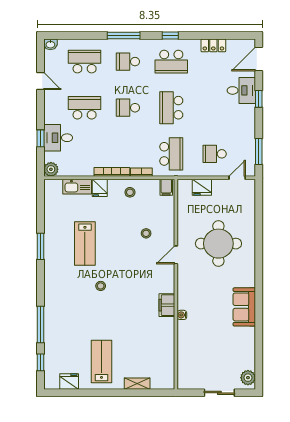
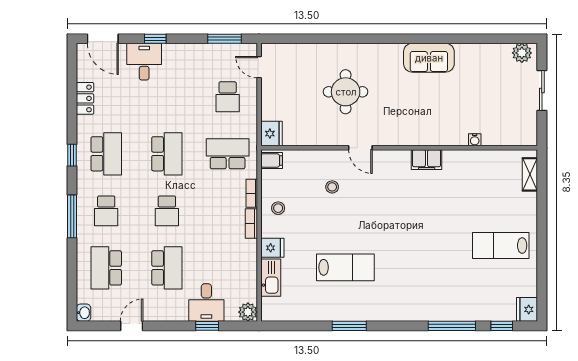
school desk: (85, 108) -> (167, 268), turned 180
school desk: (171, 108) -> (167, 154), turned -90
bookcase: (112, 172) -> (251, 224), width x0.64
fridge: (202, 187) -> (272, 134), moved
round table: (218, 244) -> (346, 92), width x0.73, depth x0.73
stool: (101, 286) -> (401, 247), removed
water cooler: (182, 315) -> (475, 140), moved
fridge: (69, 382) -> (527, 309), moved
shelving: (137, 384) -> (530, 174), moved

